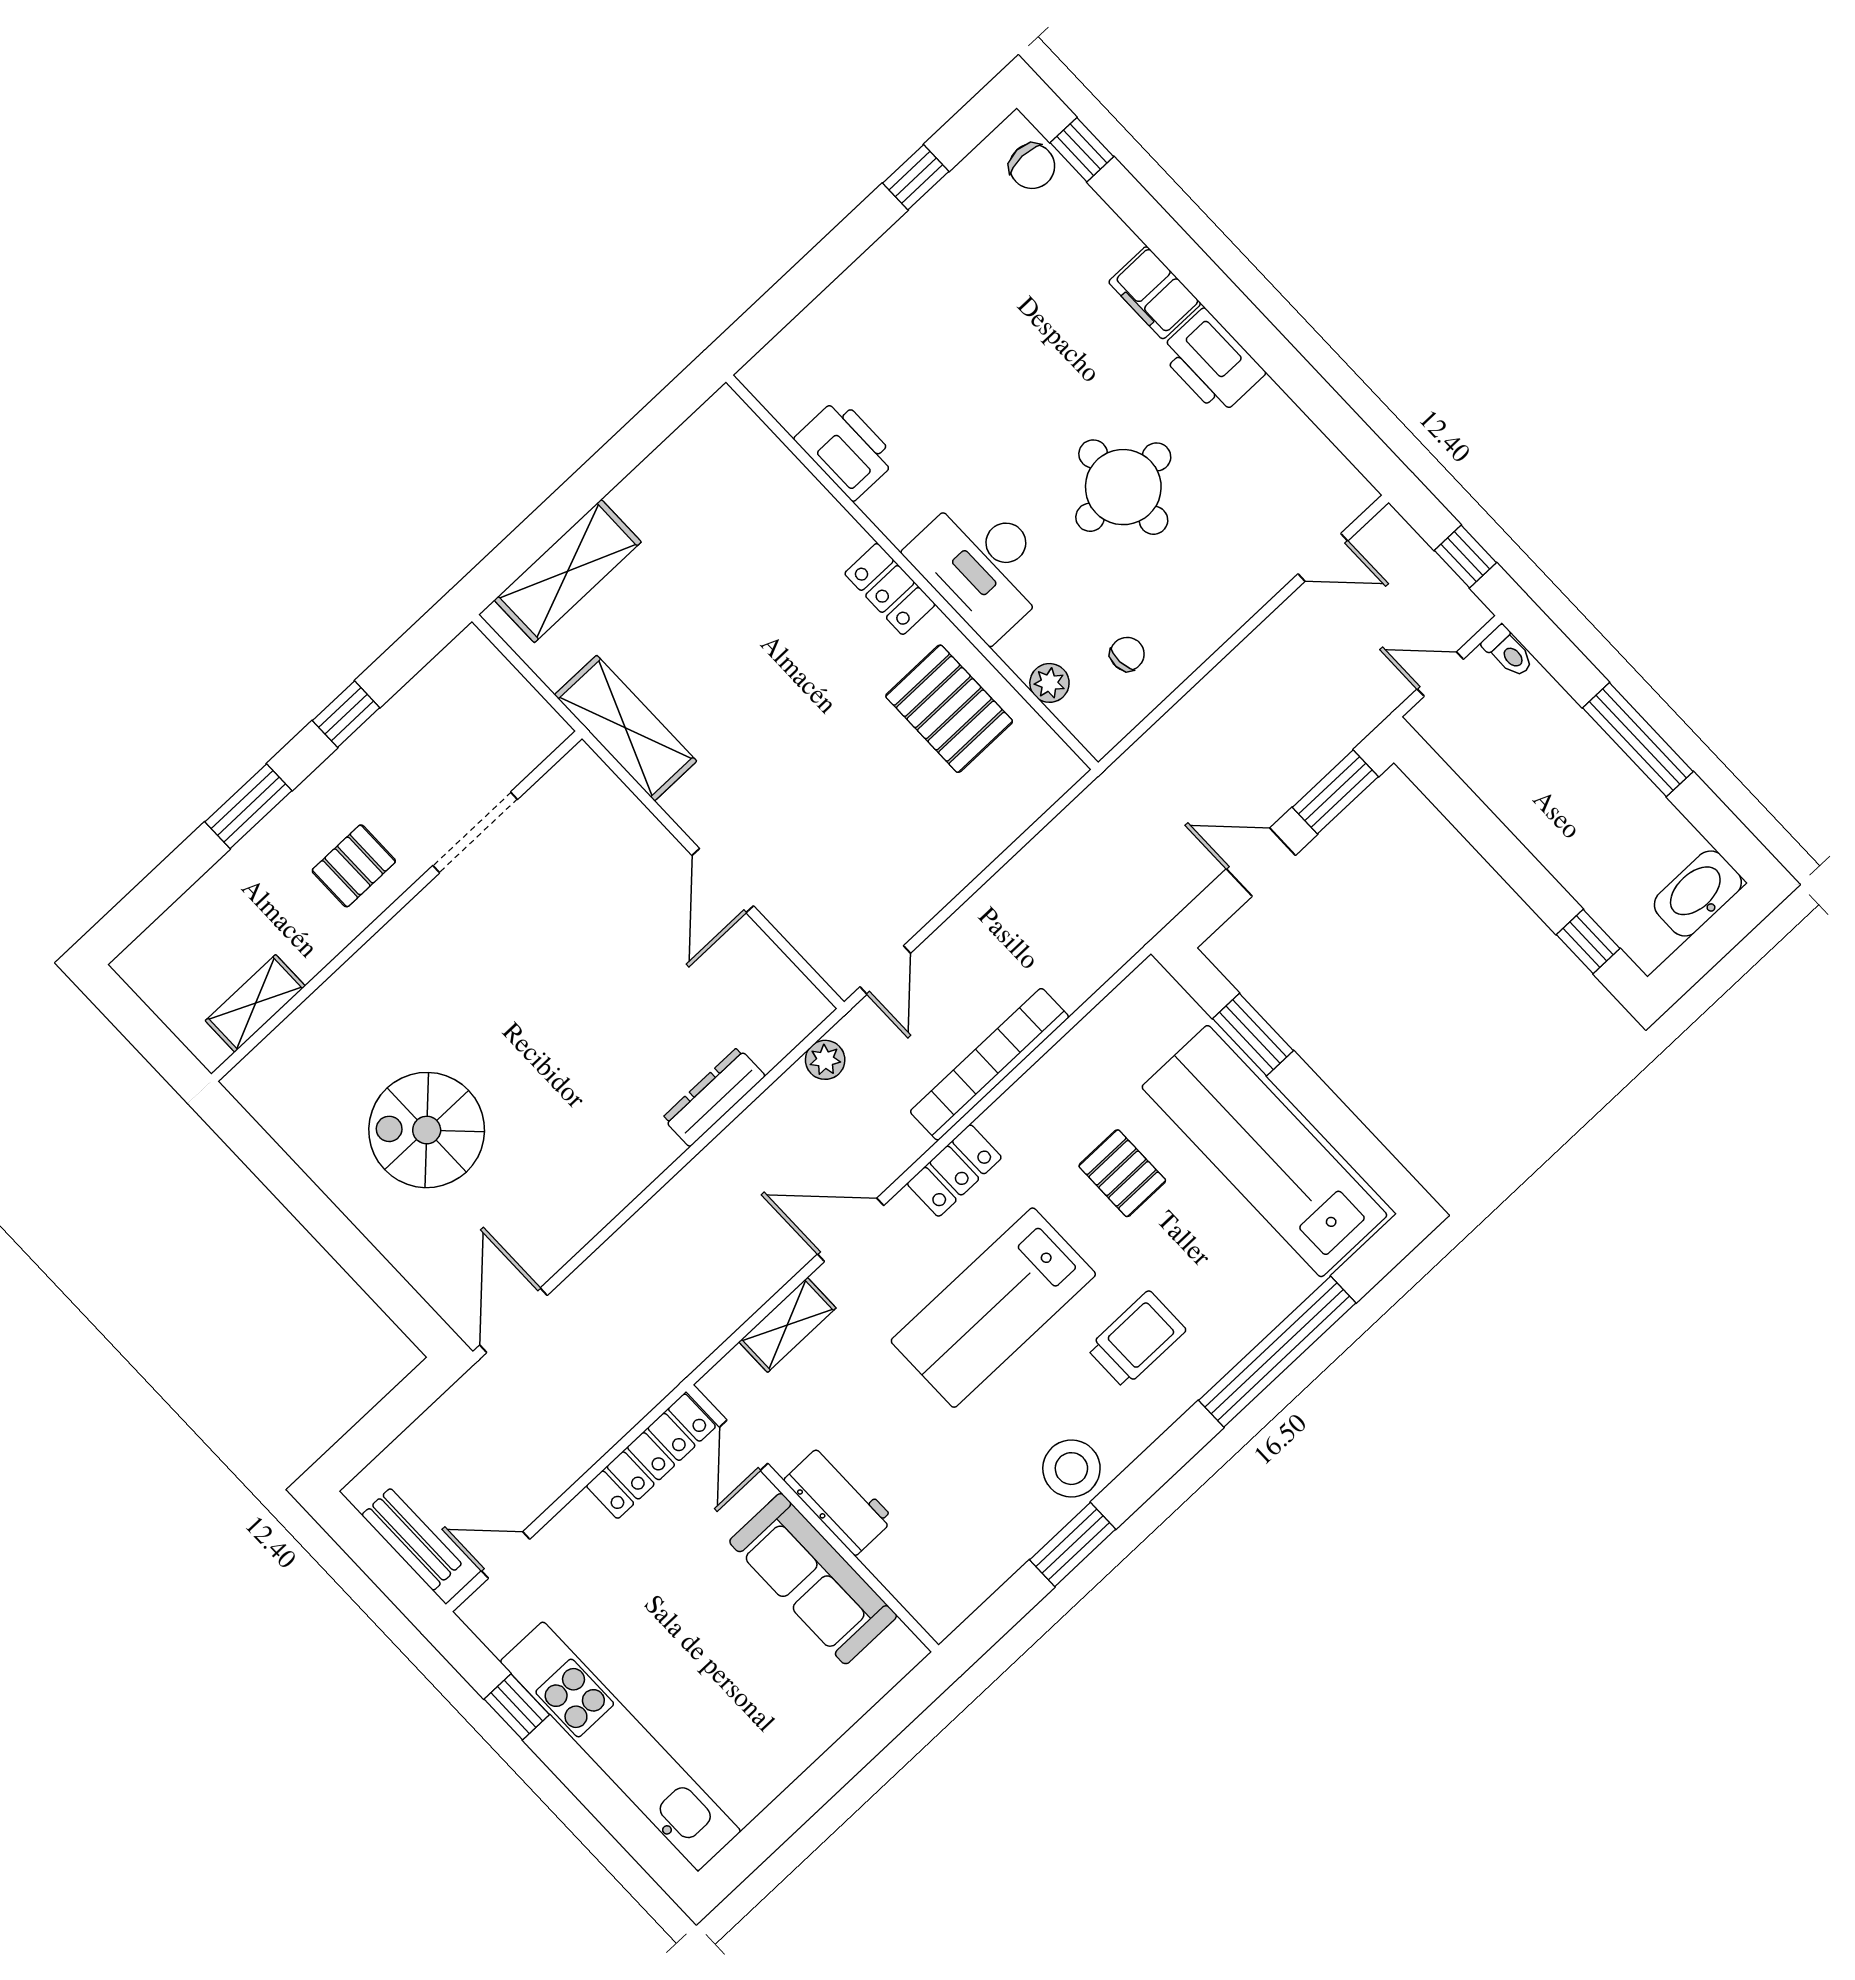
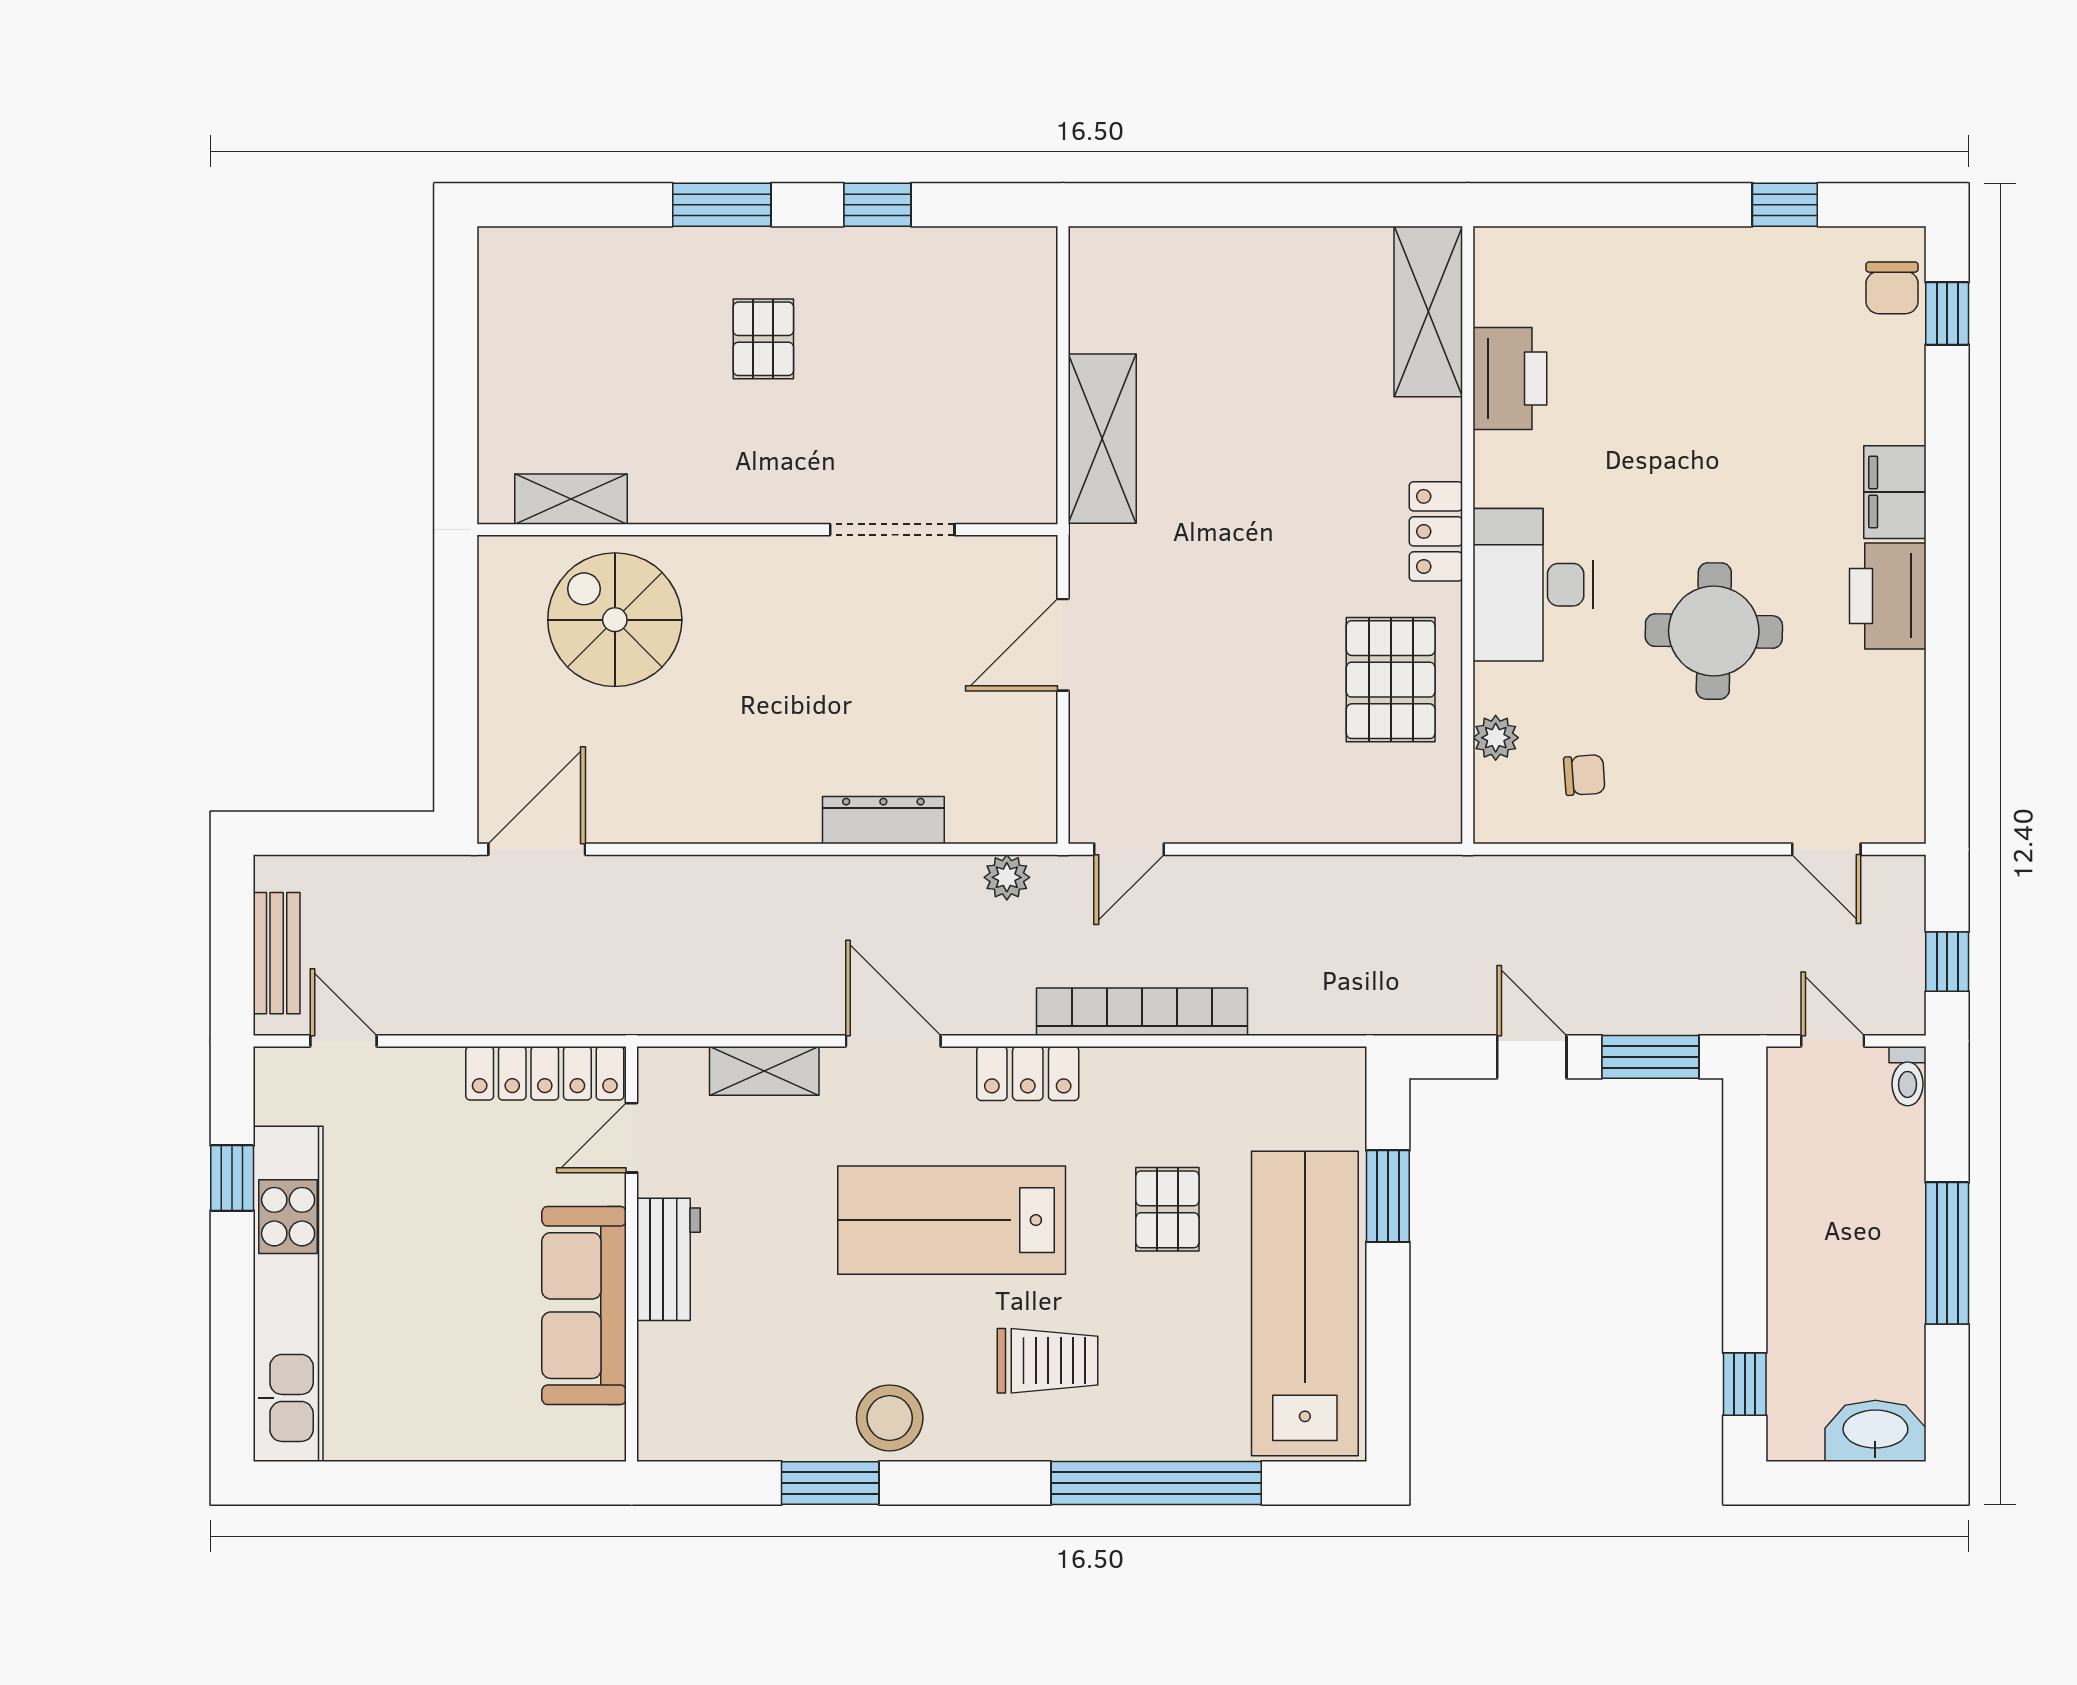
shelving: (568, 571) -> (1428, 311), moved, turned 90
doorway: (475, 832) -> (892, 530), moved
pallet: (354, 866) -> (763, 339), turned 90
wall: (397, 906) -> (767, 530), moved
shelving: (255, 1003) -> (571, 499), moved

